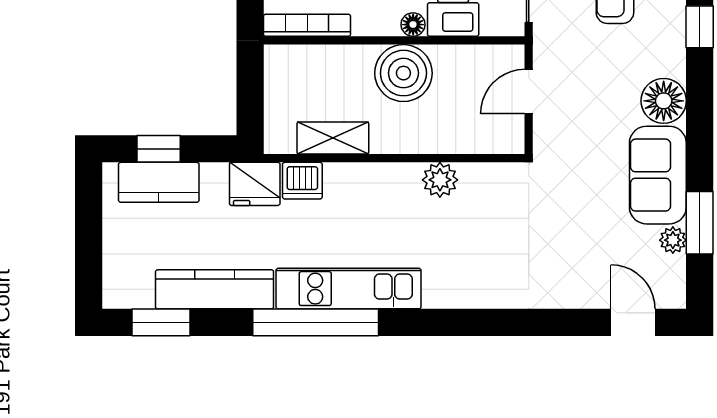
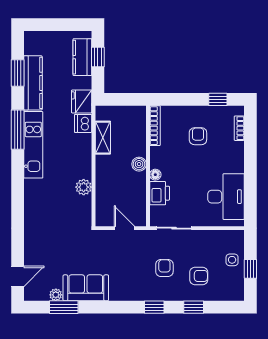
boiler: (403, 73) -> (139, 164), width x0.54, depth x0.54
floor lamp: (664, 101) -> (120, 291), removed
window: (161, 322) -> (18, 73), moved
window: (316, 322) -> (18, 130), width x0.68

